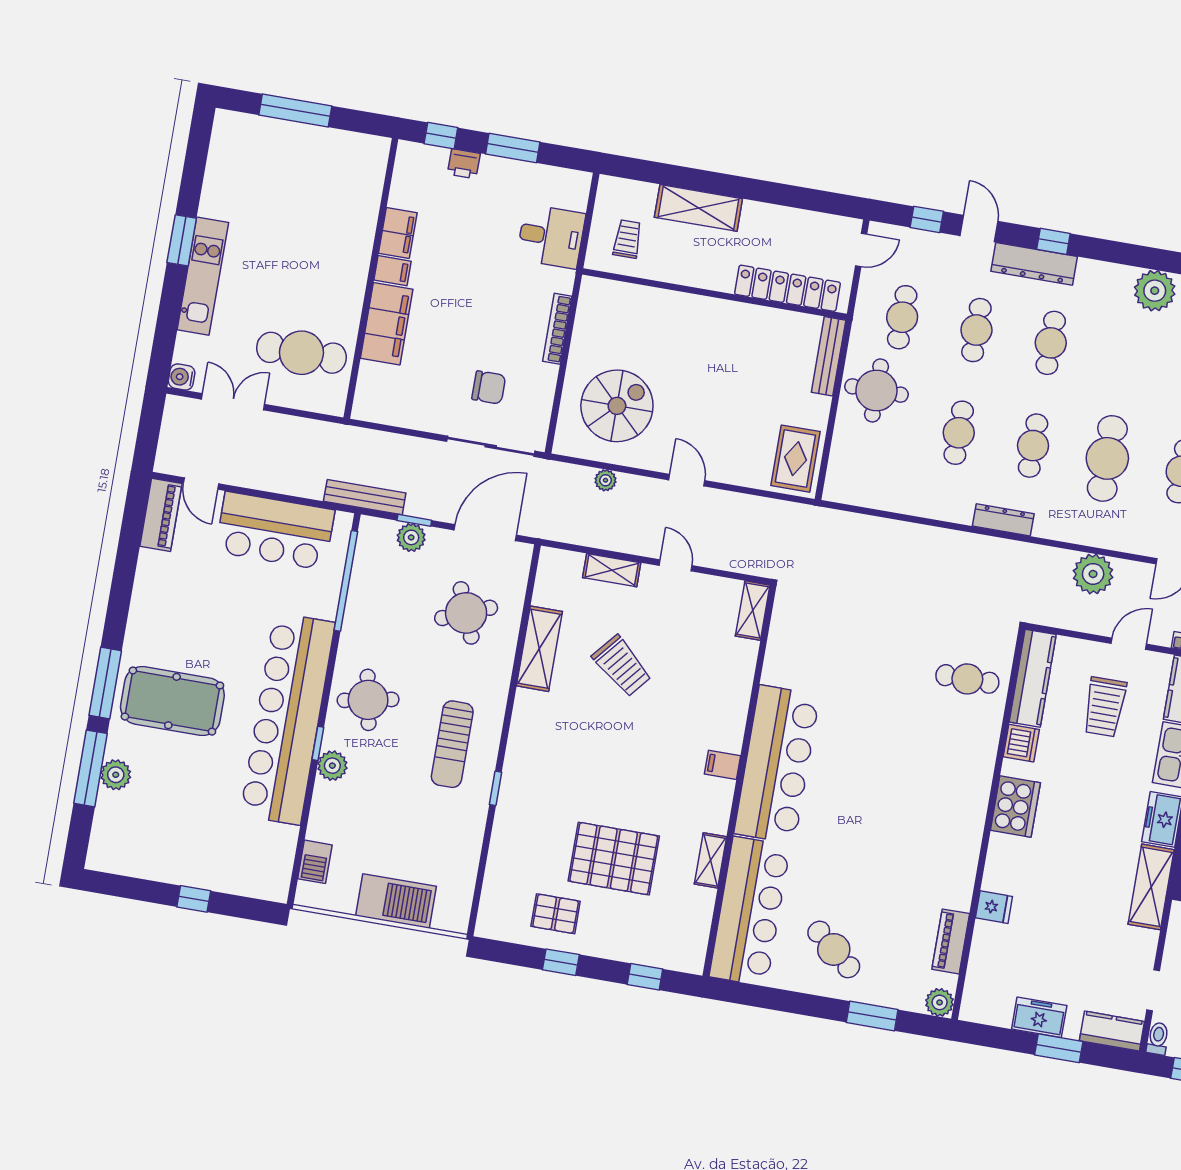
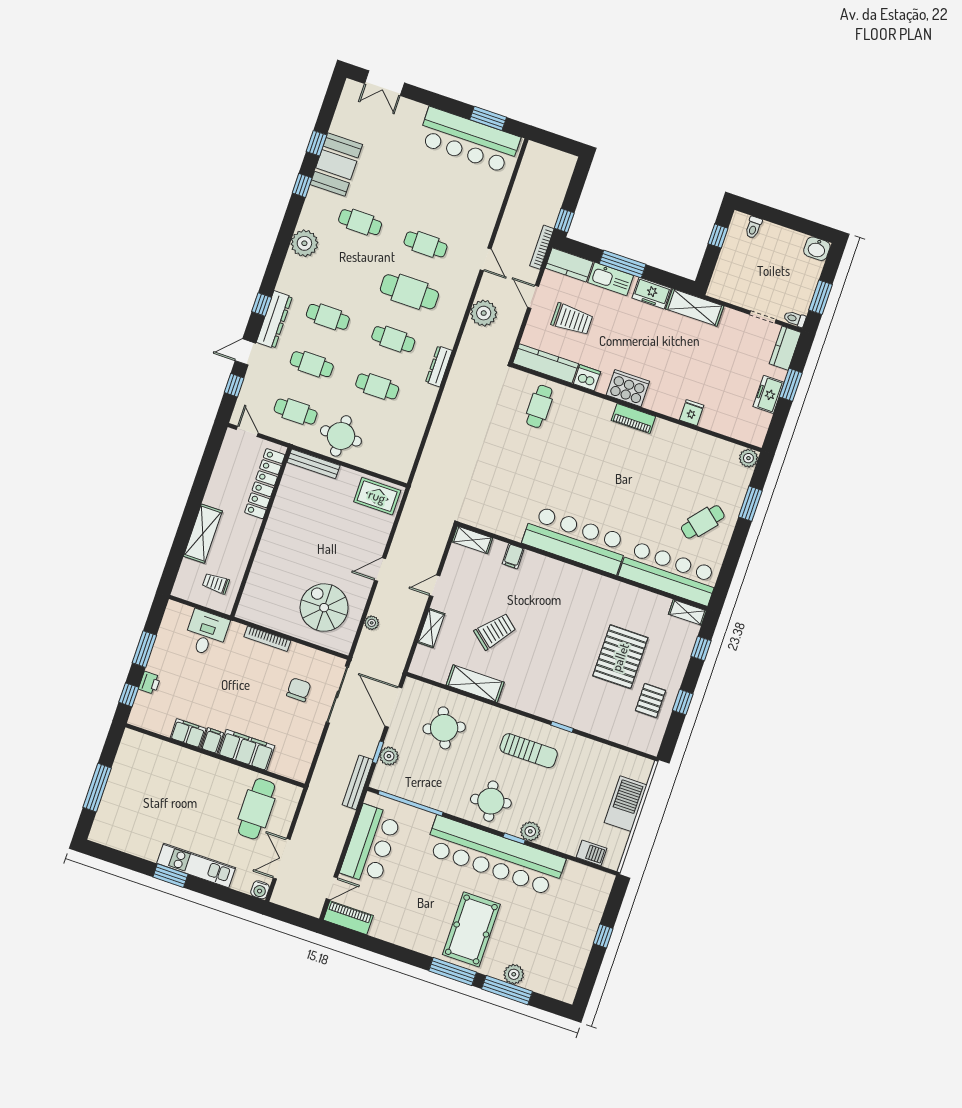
filing cabinet: (722, 765) -> (513, 556), moved
shelving: (710, 860) -> (687, 612), moved
piano: (951, 941) -> (633, 419), moved

